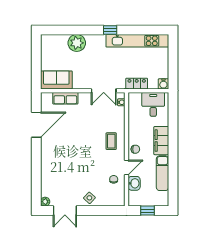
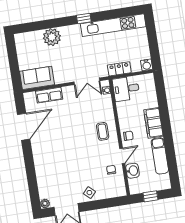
desk: (153, 104) -> (126, 89), moved, turned -90

